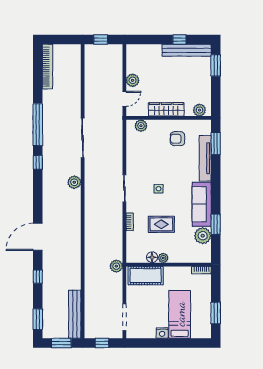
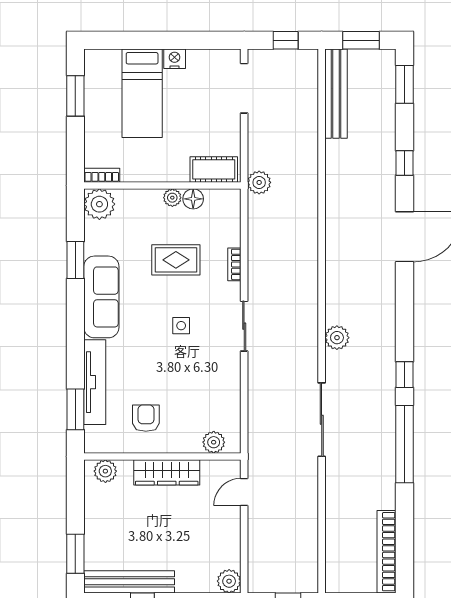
plant: (133, 80) -> (229, 581), moved
armchair: (177, 139) -> (146, 418), turned -90
plant: (203, 236) -> (99, 204), moved
cot: (146, 276) -> (214, 169), width x0.73, depth x0.75

